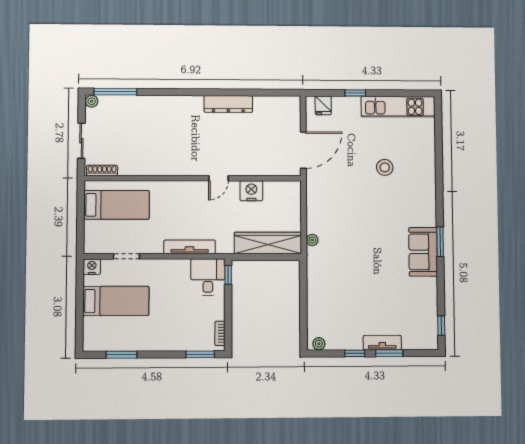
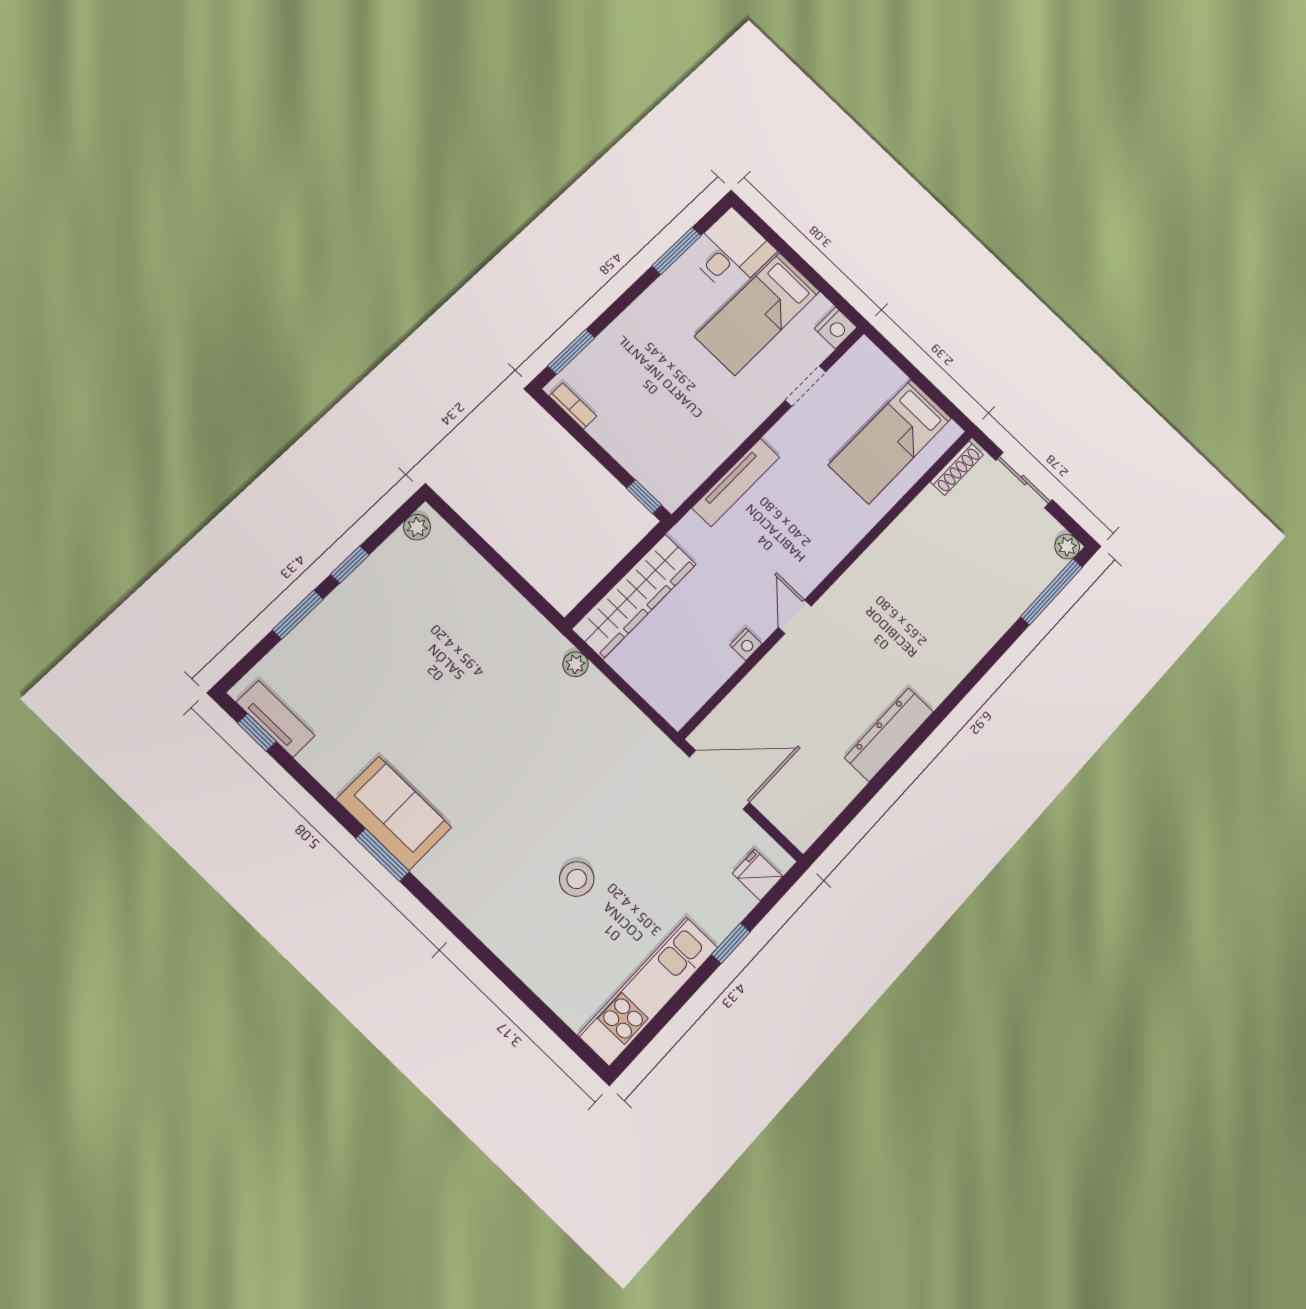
door: (303, 150) -> (719, 780), swing flipped
nightstand: (251, 191) -> (746, 645), width x0.53, depth x0.56
desk: (208, 277) -> (731, 252), moved, turned -90
tv unit: (382, 343) -> (276, 719), moved, turned -90

